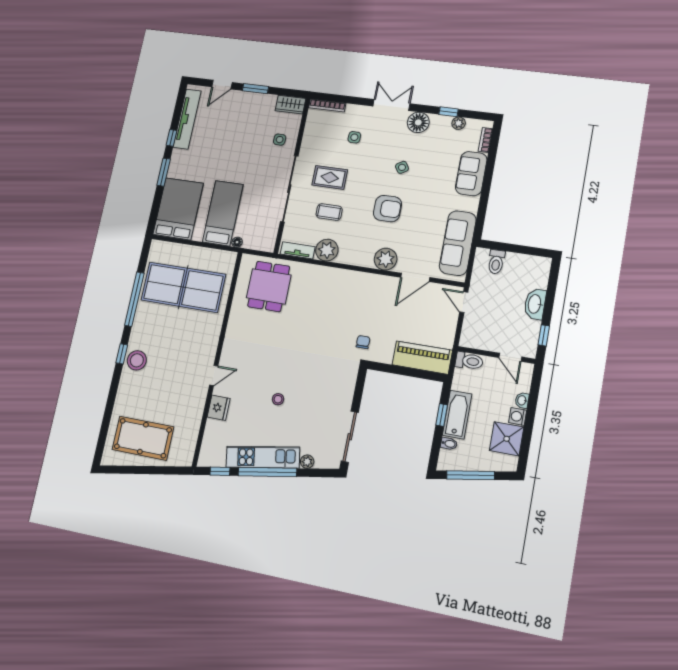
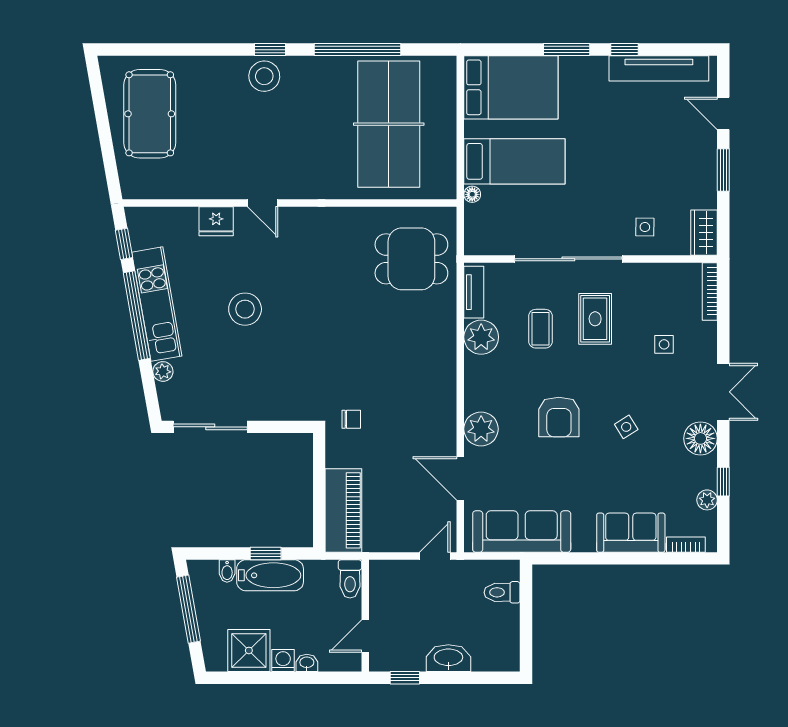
stool: (278, 399) -> (245, 309), width x1.89, depth x1.89

